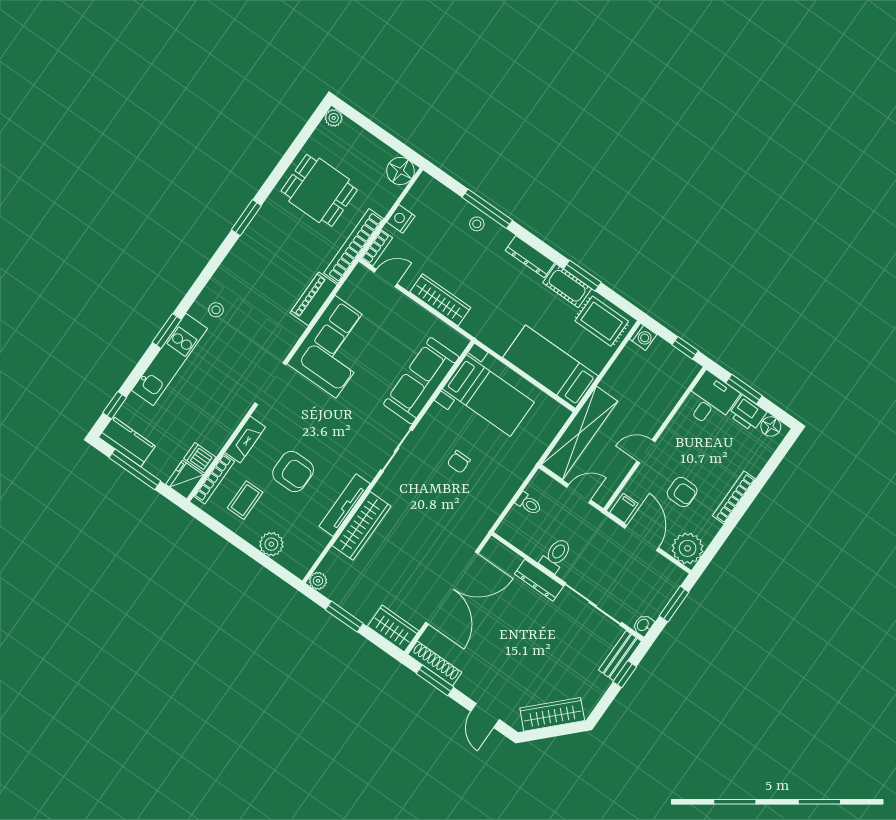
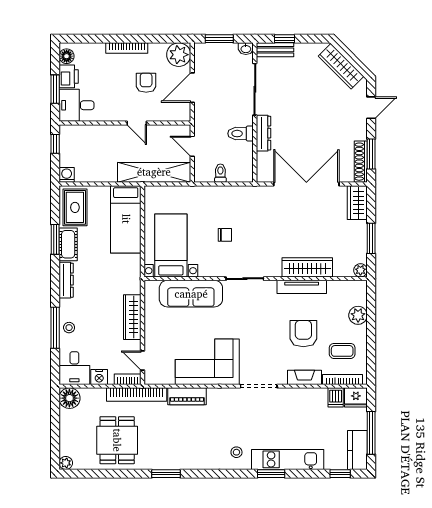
desk: (429, 199) -> (74, 368), added
filing cabinet: (624, 508) -> (182, 112), removed

